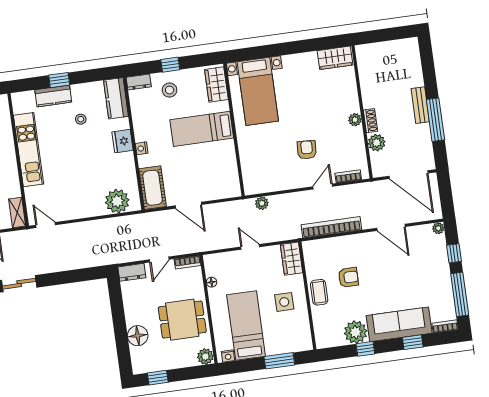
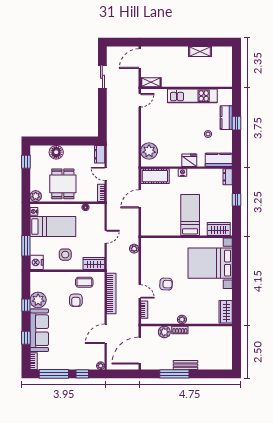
stool: (170, 90) -> (219, 197), removed
bed with nightstands: (258, 91) -> (210, 263), width x1.36
coffee table: (319, 292) -> (84, 282), moved
nightstand: (301, 342) -> (37, 262), added

